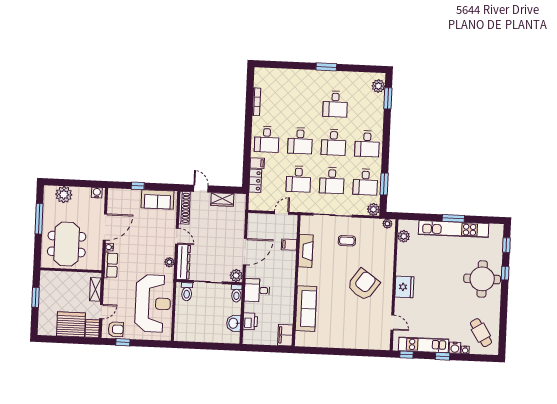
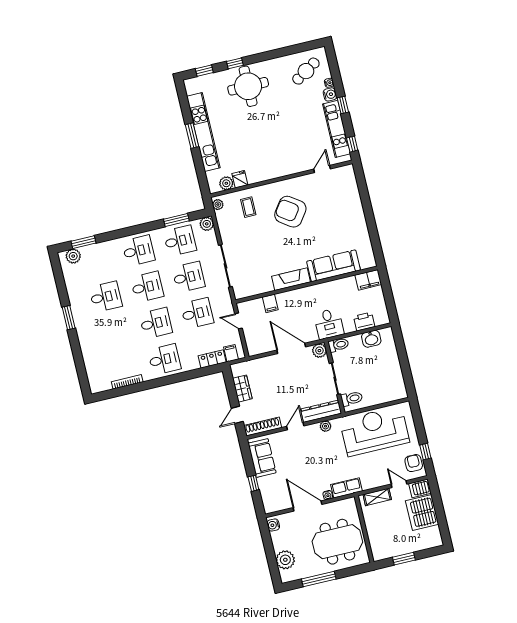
filing cabinet: (257, 163) -> (231, 353), moved
coffee table: (347, 241) -> (248, 207), moved
fireplace: (306, 251) -> (291, 279), moved
fridge: (404, 287) -> (240, 179), moved, width x0.53, depth x0.75

